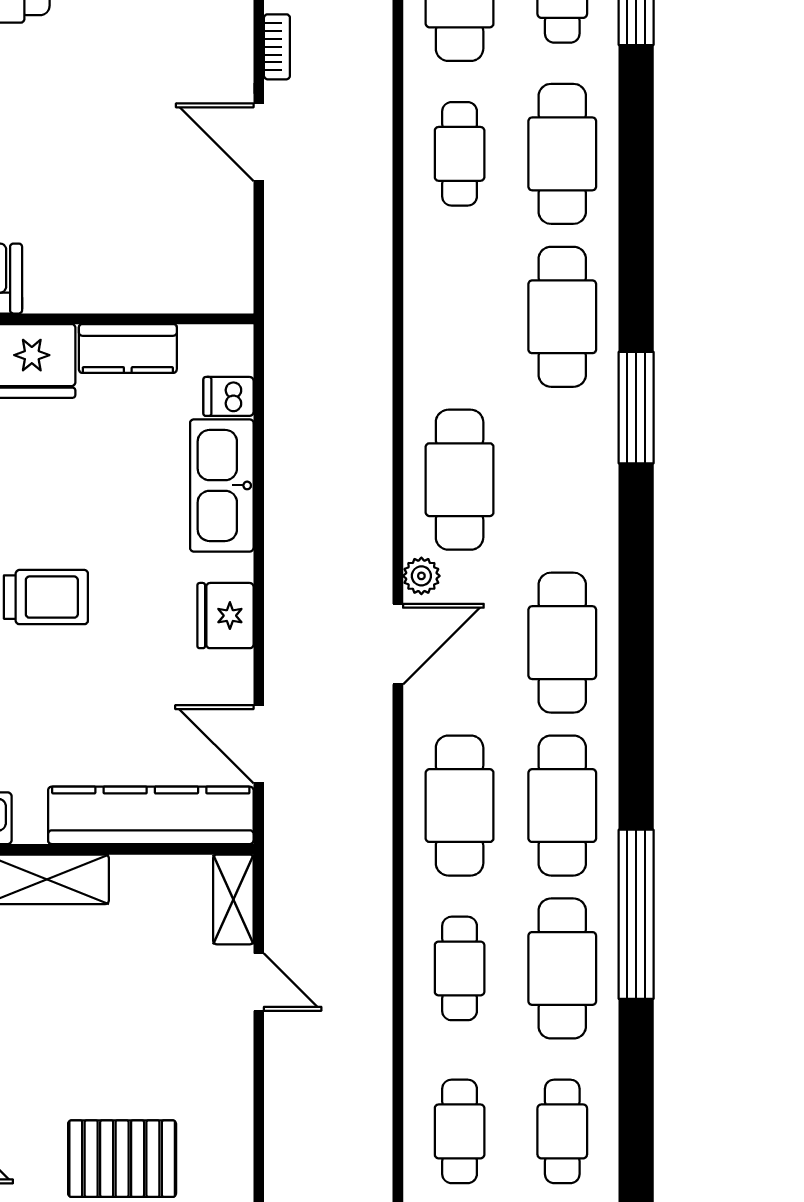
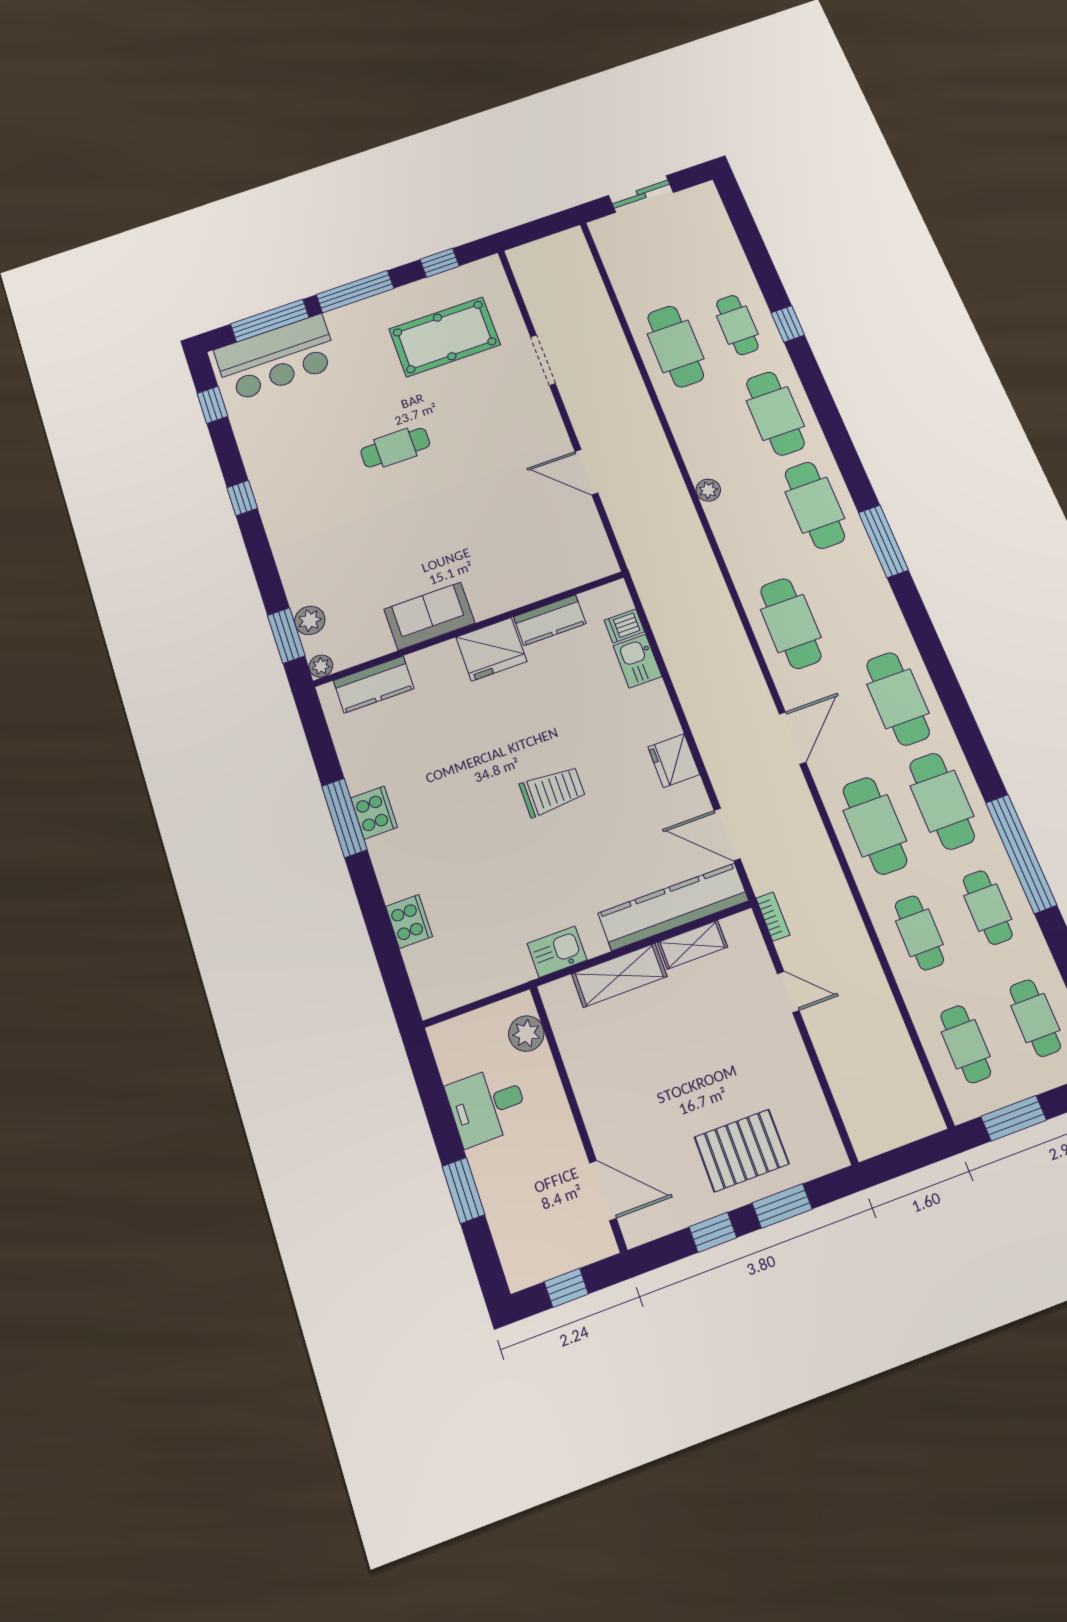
bookcase: (277, 47) -> (773, 917), moved
cafe table: (460, 154) -> (713, 435), removed
kitchen sink: (222, 485) -> (637, 661), width x0.53, depth x0.81
plant: (421, 576) -> (708, 490), moved
shelving: (233, 899) -> (692, 945), moved, turned 90
cafe table: (562, 968) -> (988, 907), width x0.73, depth x0.74

